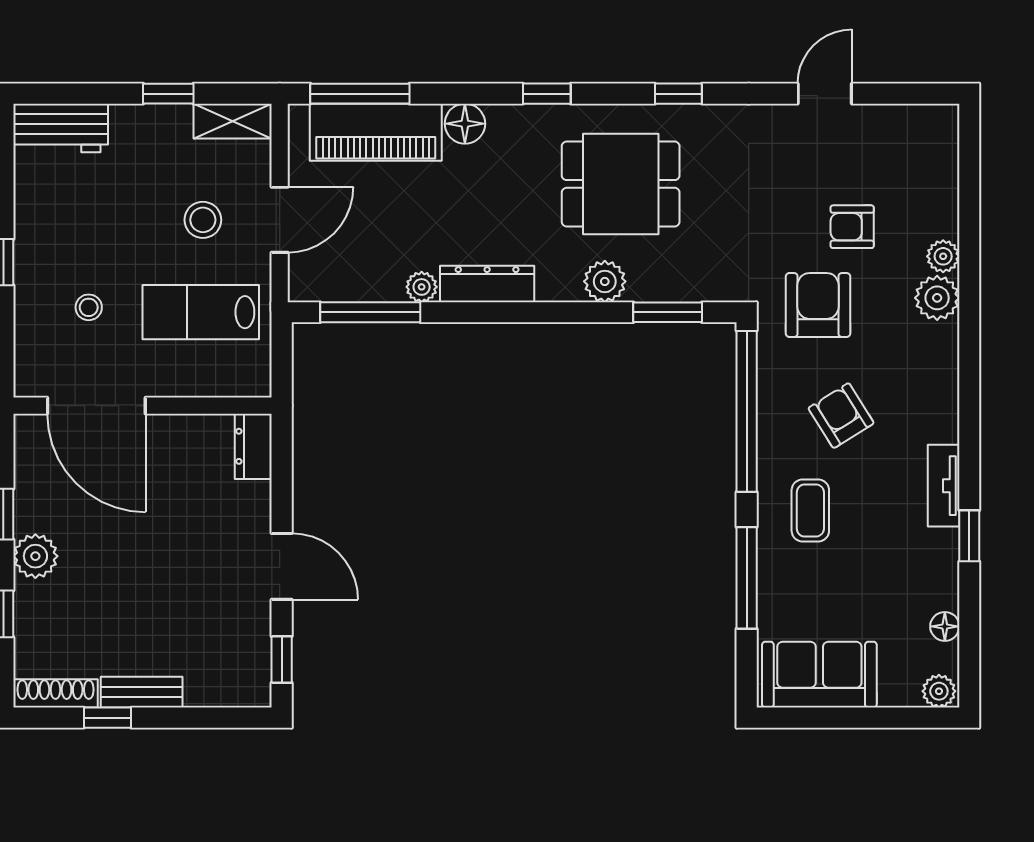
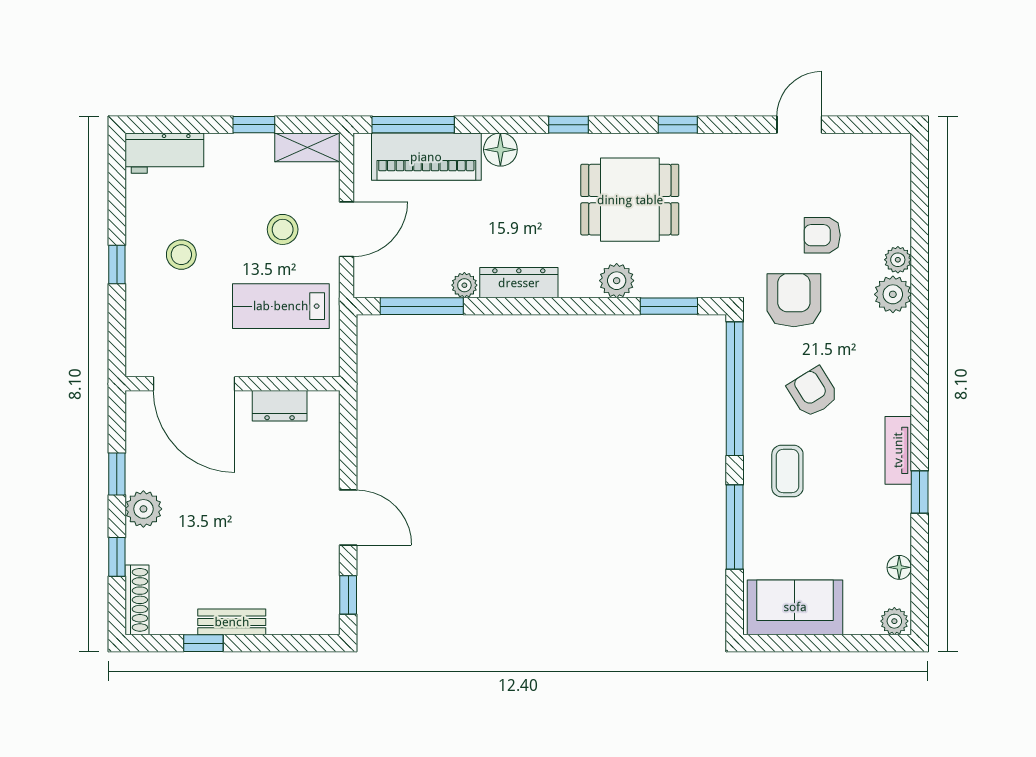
stool: (89, 307) -> (181, 255), moved, width x1.37, depth x1.37
dresser: (253, 446) -> (280, 406), moved, turned -90
shoe rack: (56, 693) -> (137, 600), moved, turned 90

